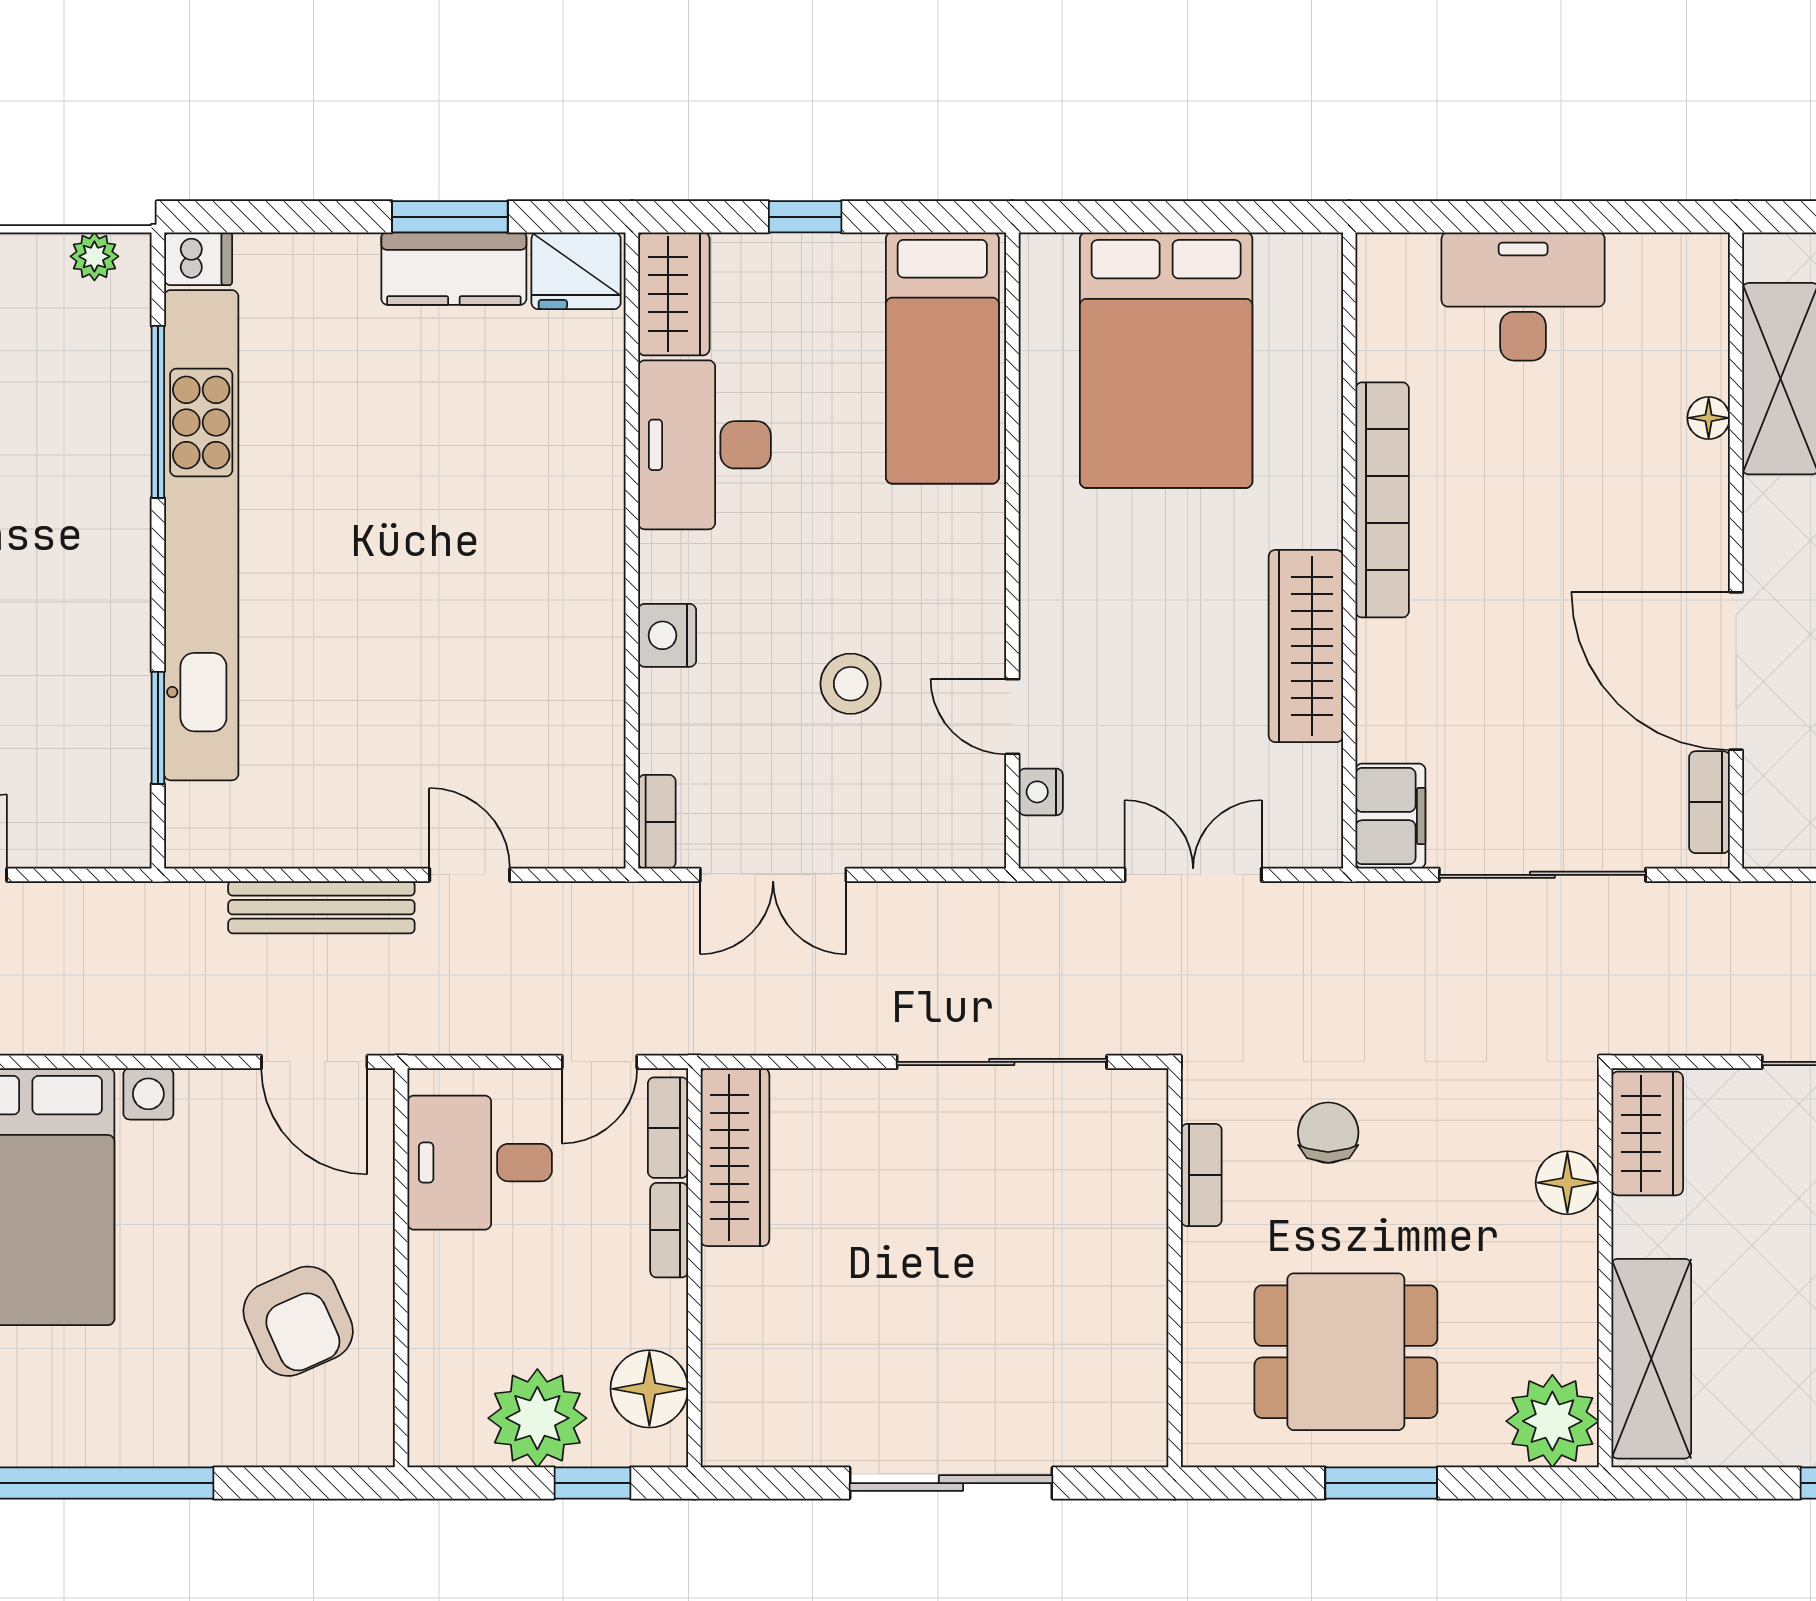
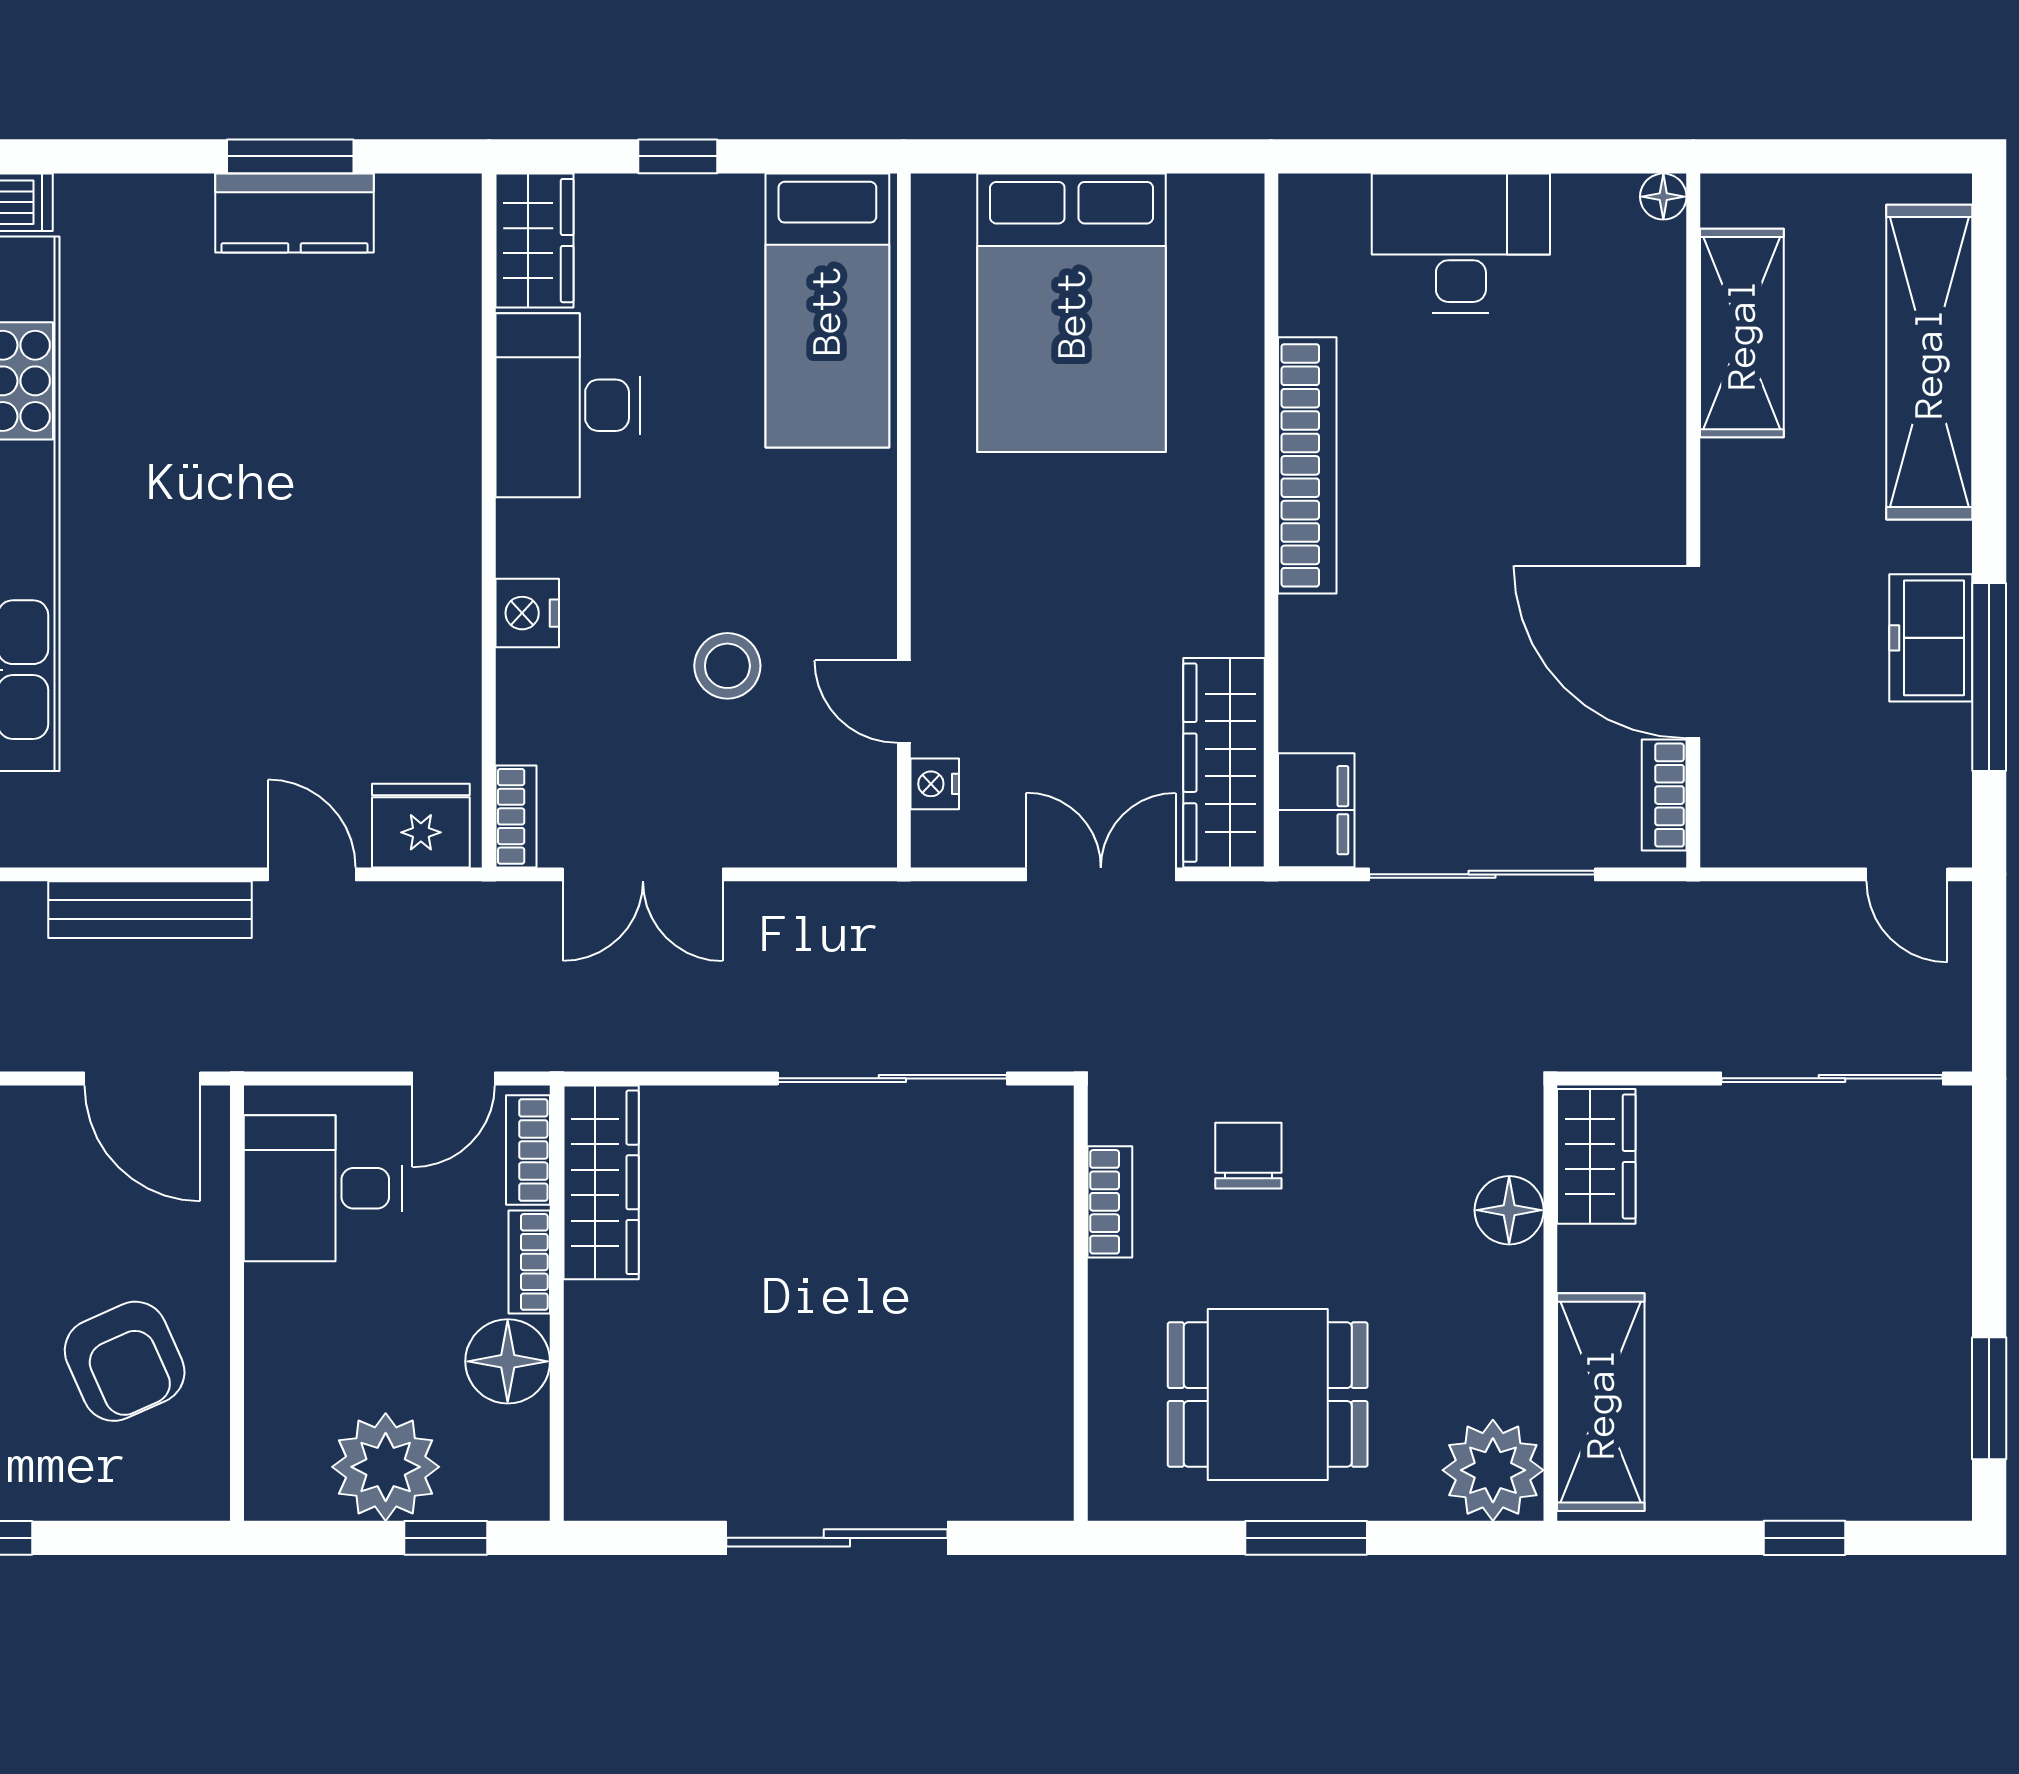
fridge: (576, 271) -> (421, 826), moved, turned 180
floor lamp: (1709, 418) -> (1663, 197), moved
wardrobe: (1306, 646) -> (1224, 763), moved
floor lamp: (649, 1389) -> (508, 1361), moved

